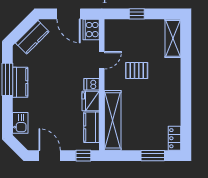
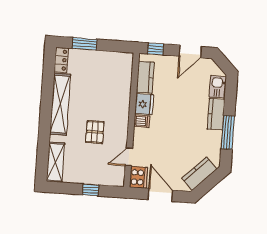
door: (102, 60) -> (129, 157), moved
pallet: (137, 71) -> (95, 132), turned 90
kitchen counter: (20, 82) -> (216, 114), moved
shelving: (113, 120) -> (60, 104), moved
door: (50, 156) -> (190, 51), hinge flipped

